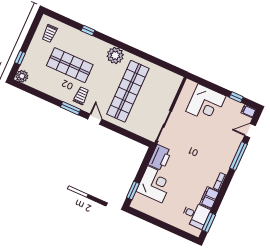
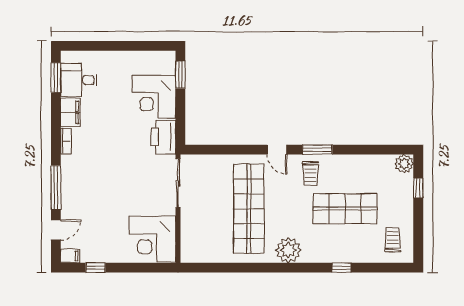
corner desk: (206, 104) -> (153, 239), moved, turned -90

